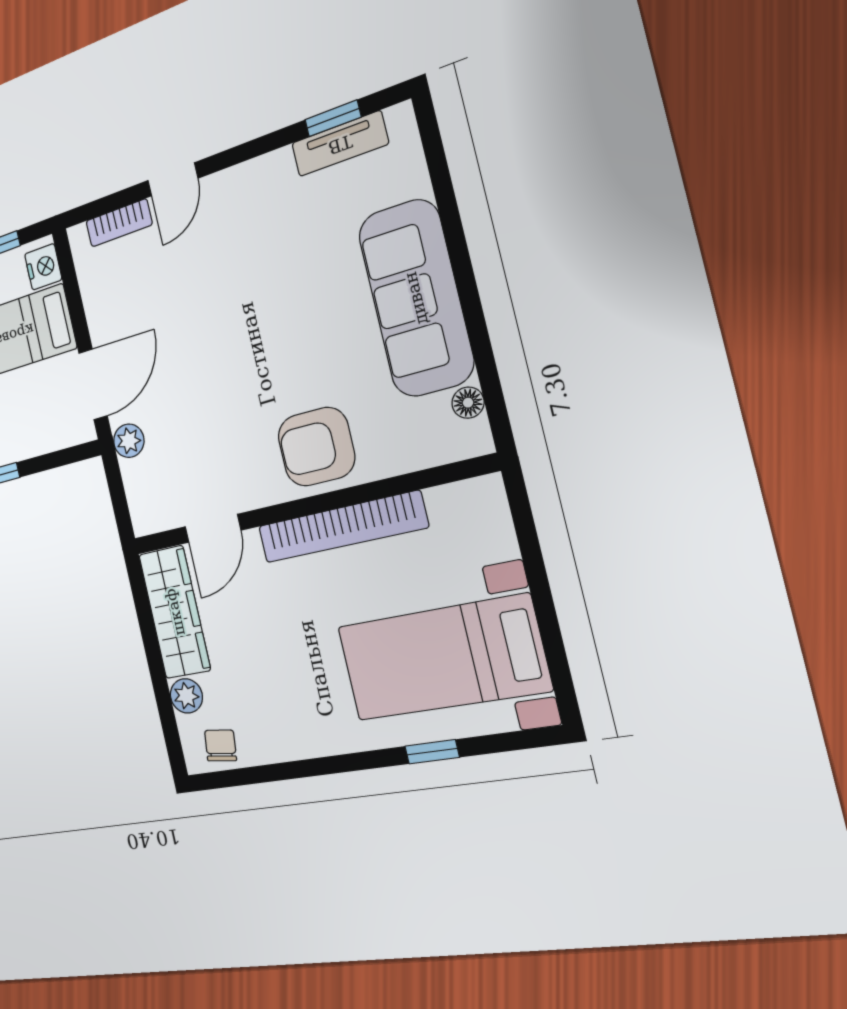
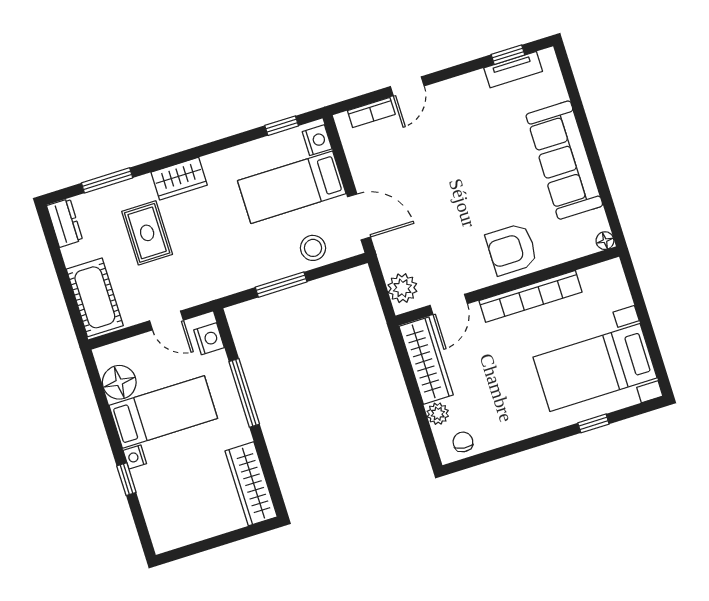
door: (93, 384) -> (359, 217), hinge flipped
floor lamp: (468, 403) -> (605, 241), moved
stool: (30, 428) -> (313, 248), added
plant: (129, 441) -> (402, 288), moved, width x1.38, depth x1.38

